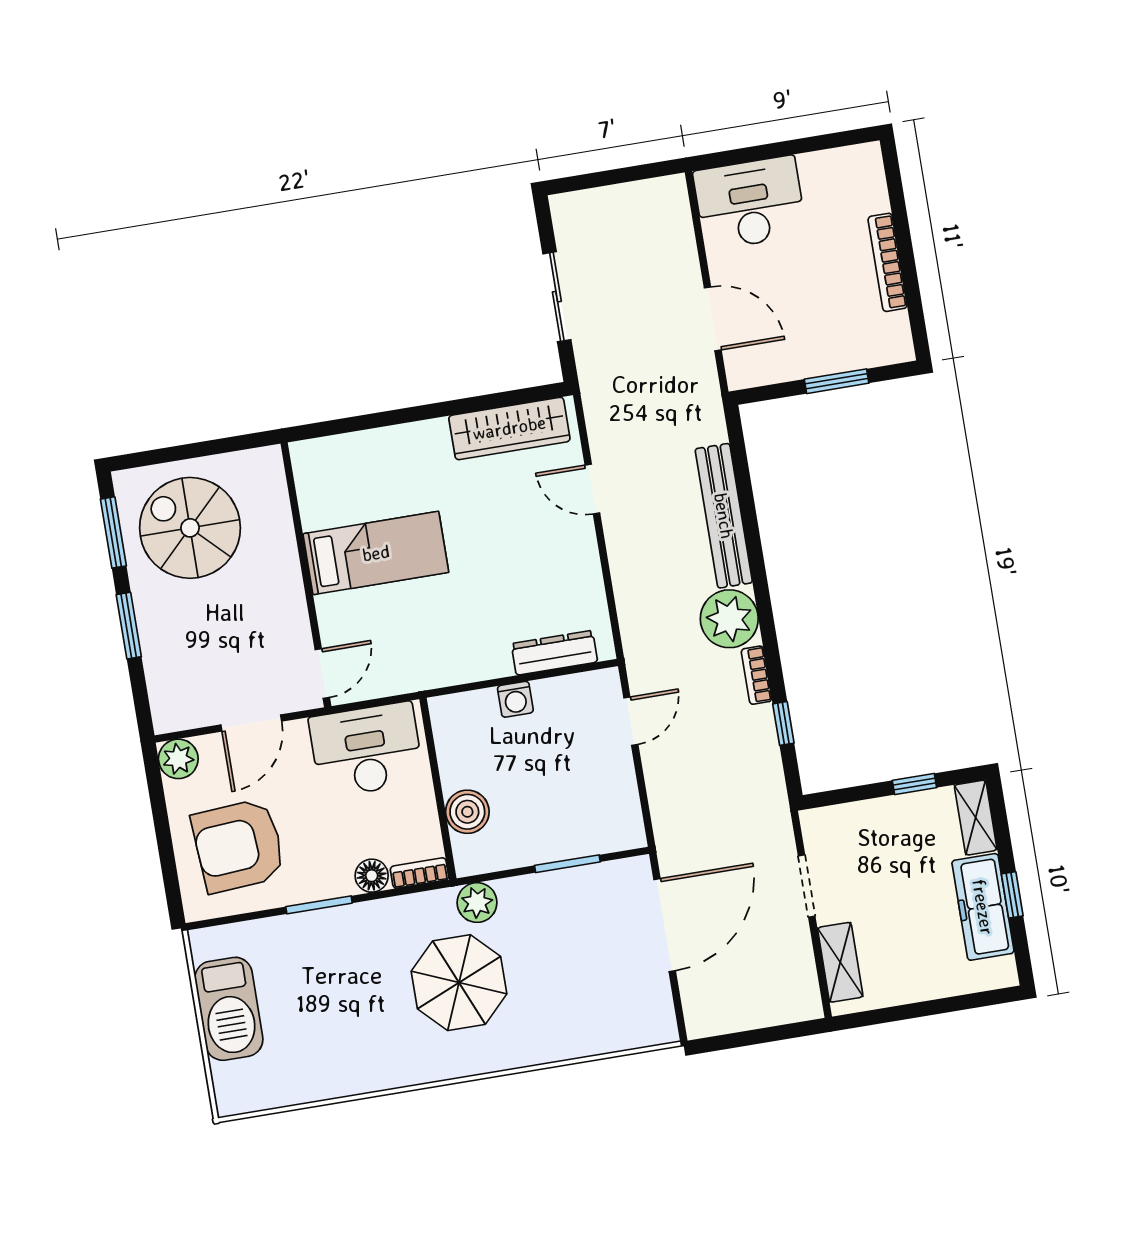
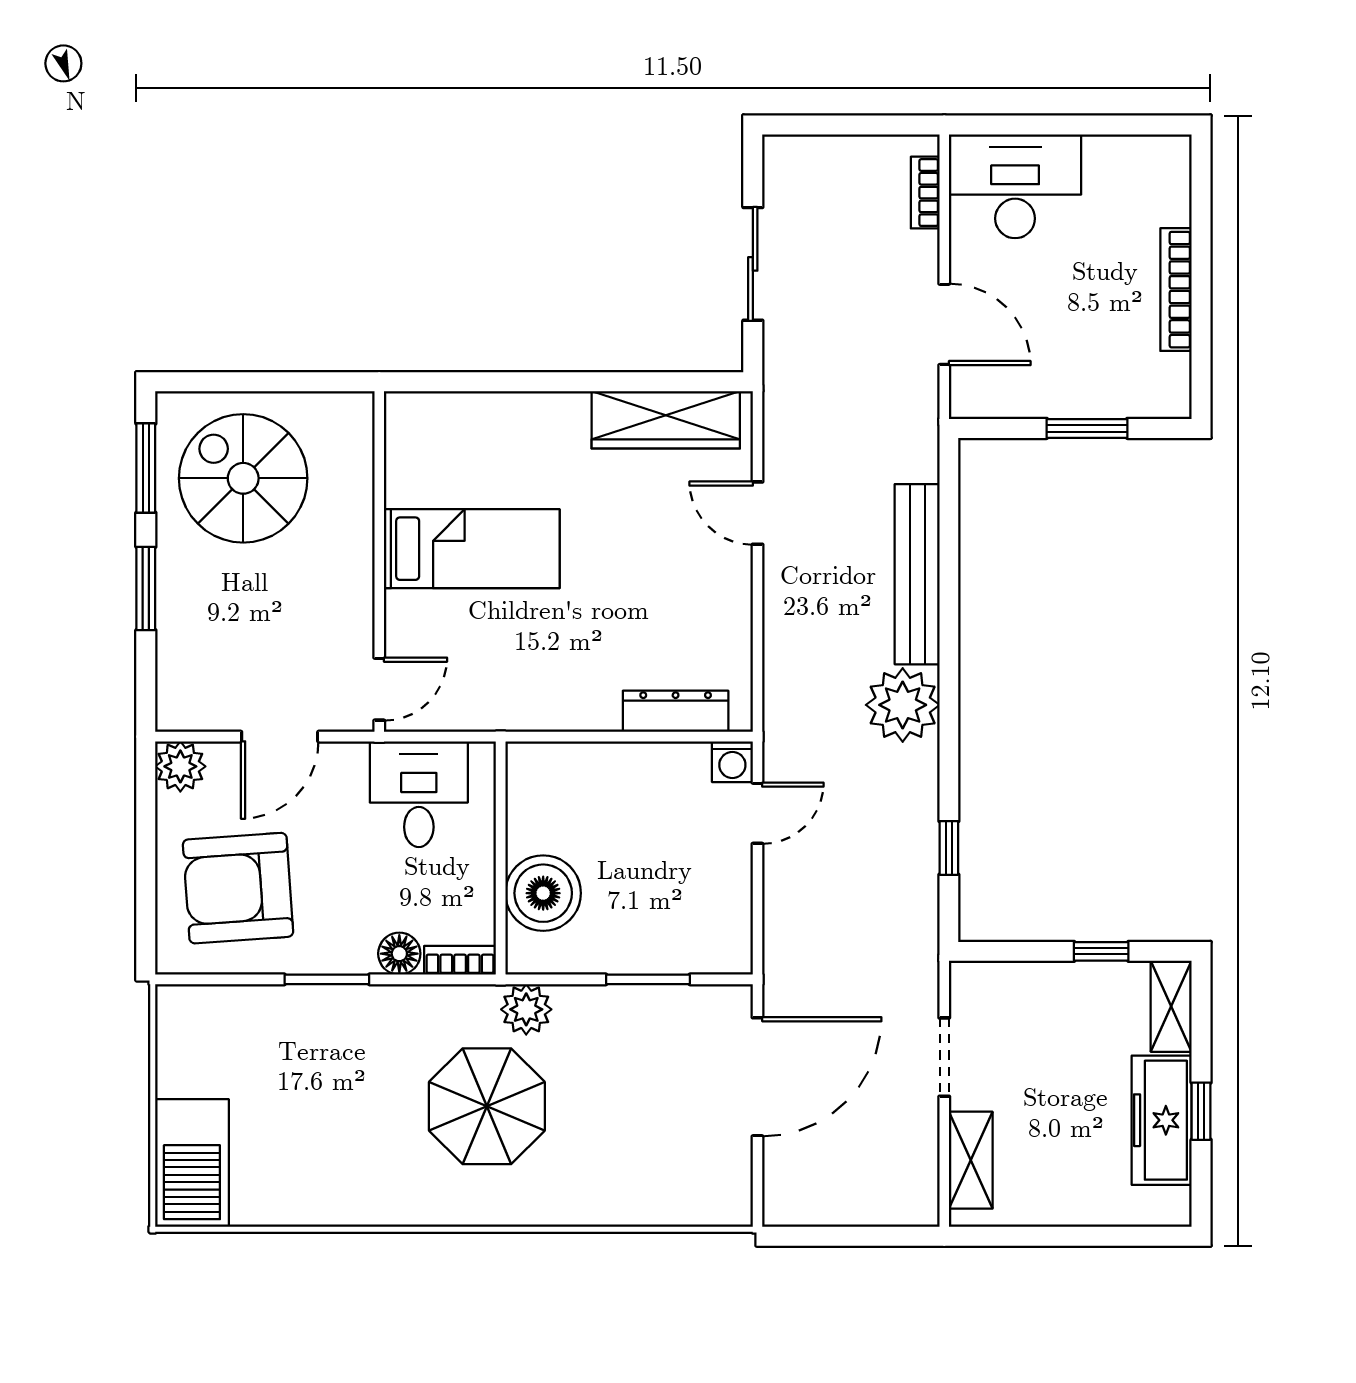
bookcase: (757, 675) -> (925, 193), moved
washing machine: (515, 699) -> (732, 762), moved
desk: (366, 750) -> (419, 794), width x0.73
boiler: (467, 812) -> (543, 893), width x1.37, depth x1.37
barbecue: (229, 1009) -> (192, 1163), moved

